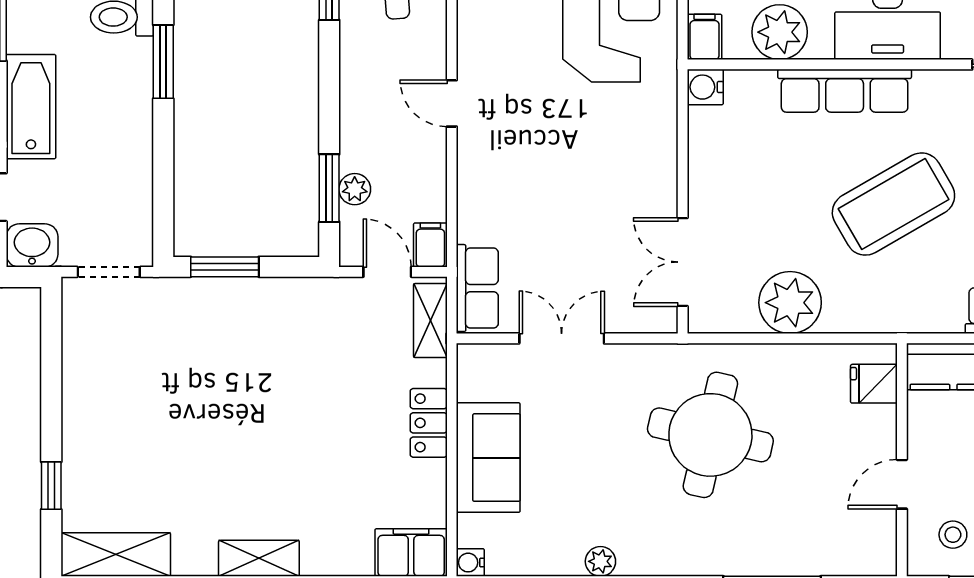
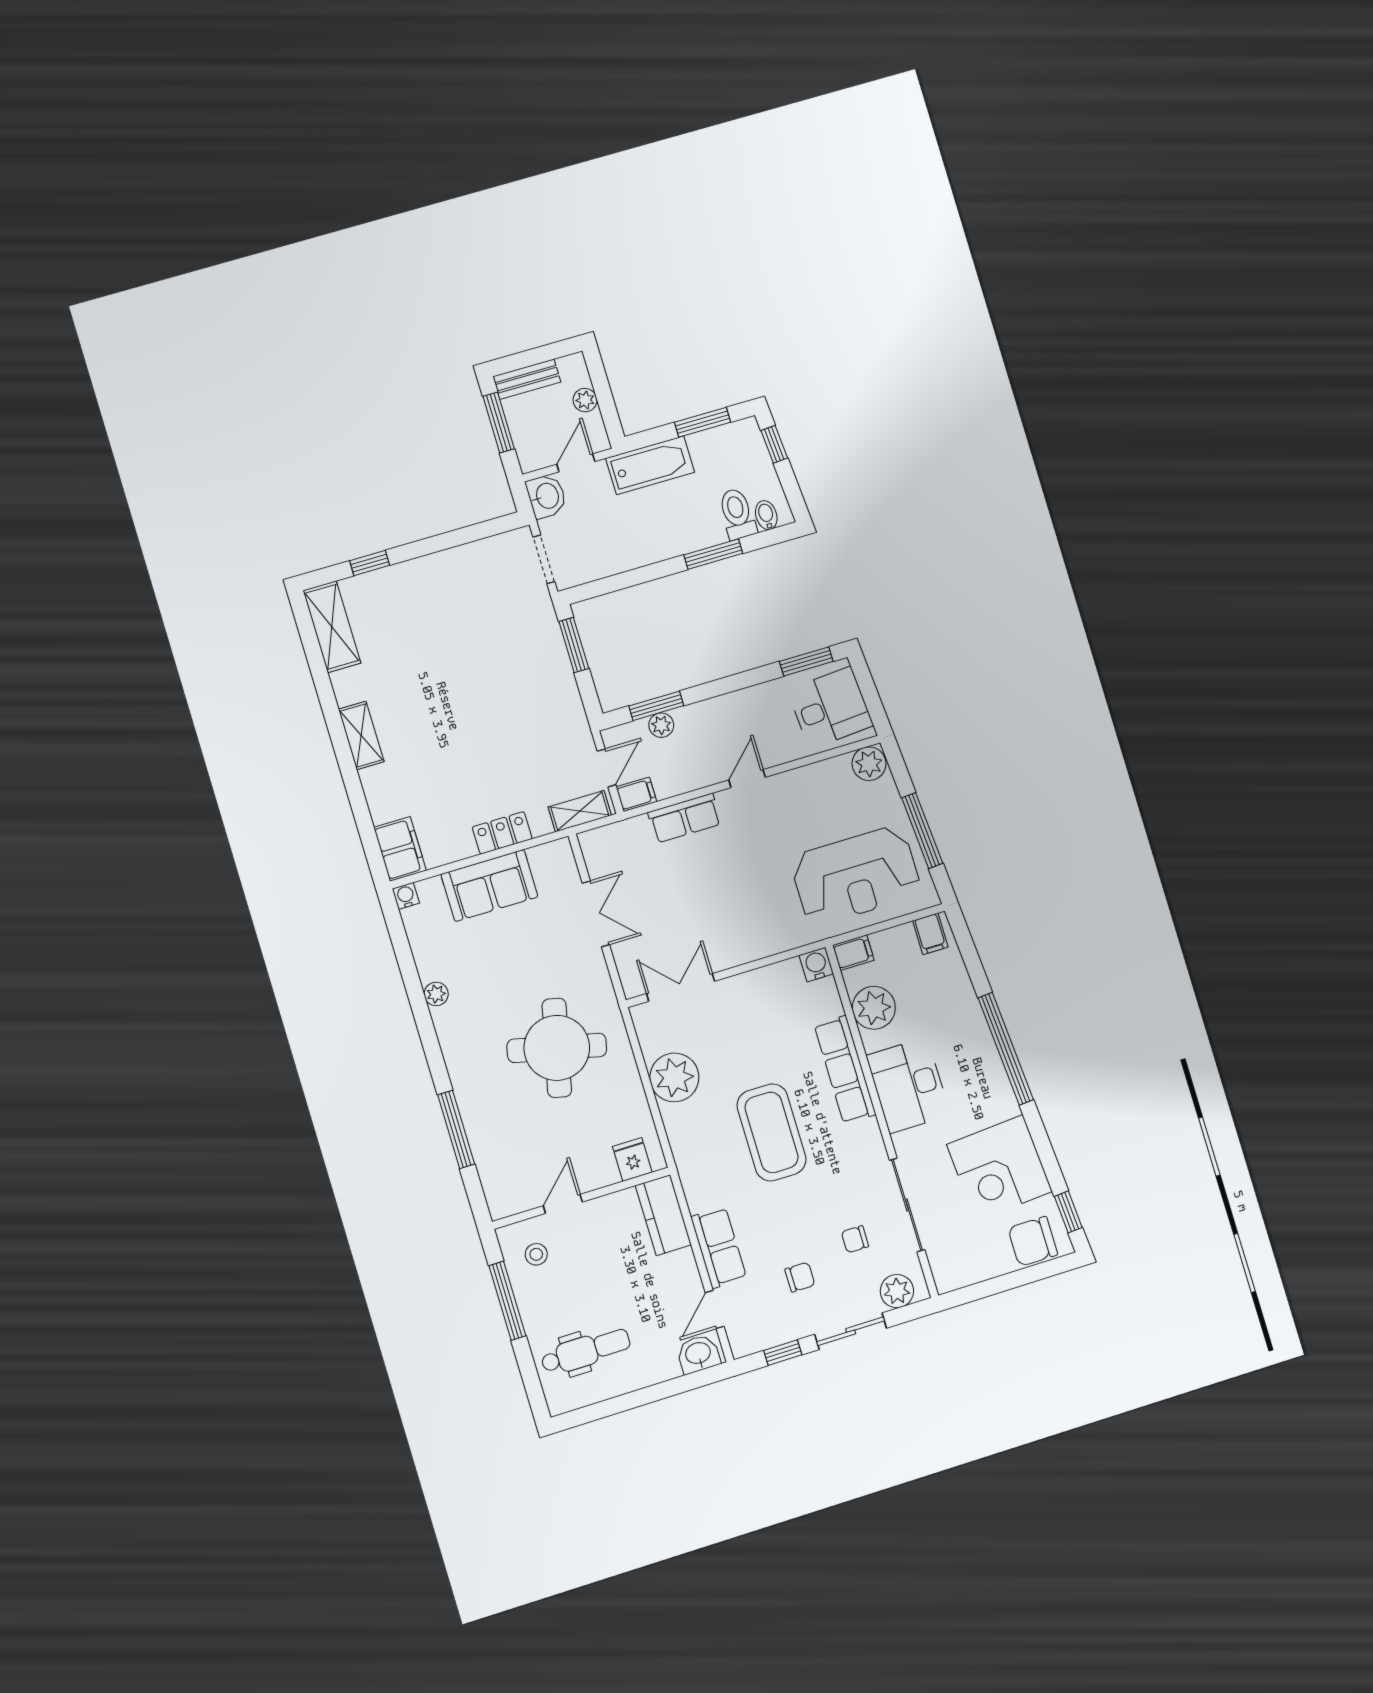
coffee table: (893, 204) -> (772, 1132), turned 30
row of seats: (477, 288) -> (685, 818), moved
door: (902, 484) -> (563, 1204), hinge flipped

